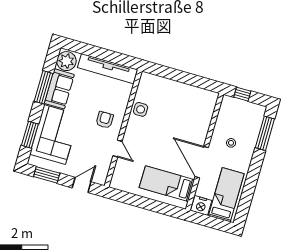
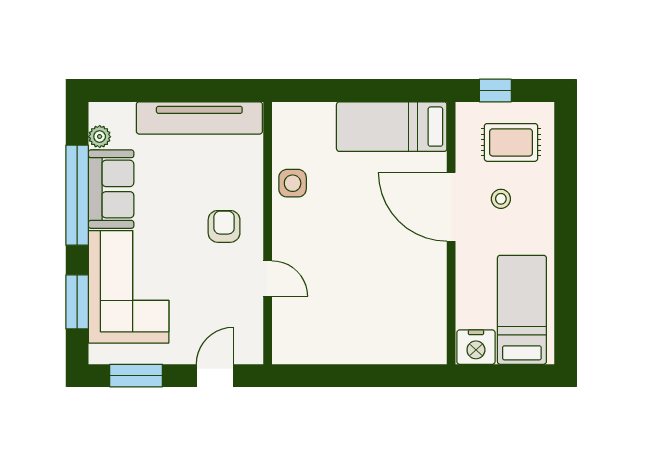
plant: (66, 61) -> (100, 137), width x0.53, depth x0.53
window: (43, 87) -> (77, 195), width x1.46
rug: (243, 119) -> (511, 142), added
window: (265, 133) -> (566, 159), removed
door: (202, 162) -> (451, 207), moved
bed: (167, 184) -> (392, 127), moved

